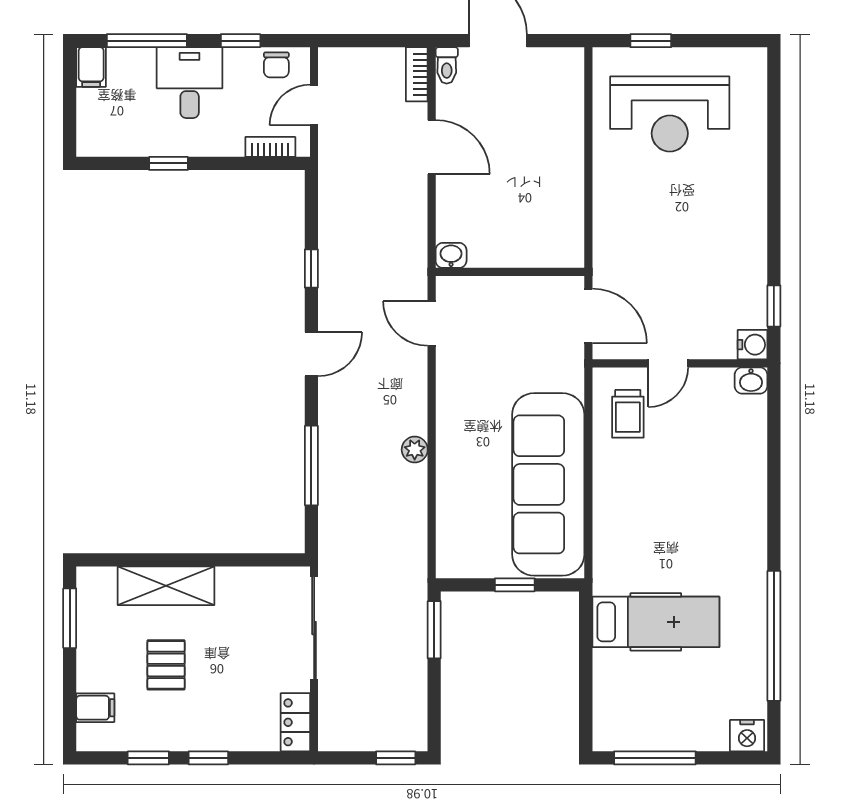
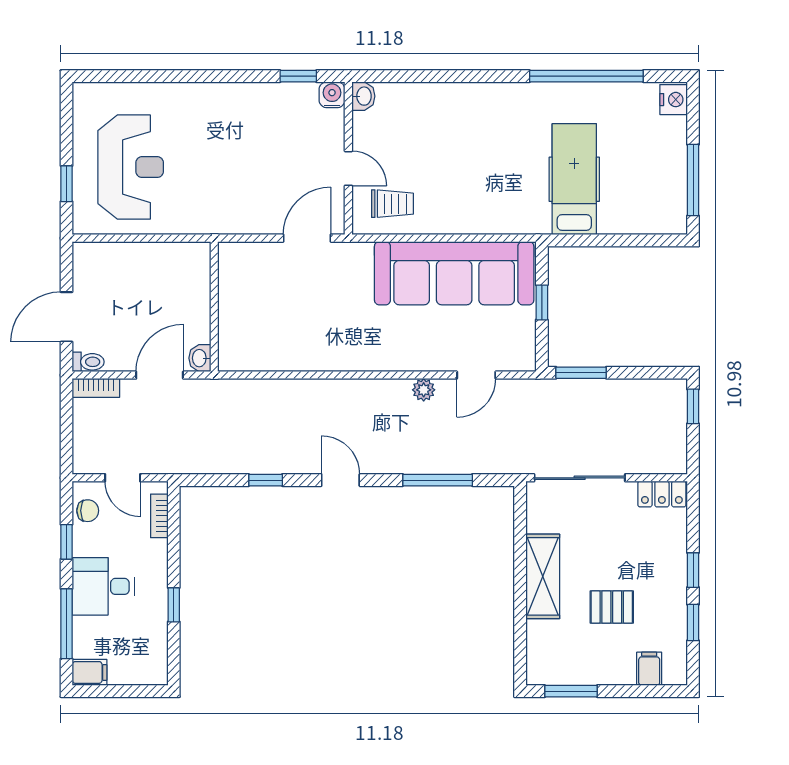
washbasin: (451, 255) -> (200, 358), moved
wall: (510, 272) -> (214, 307), moved
door: (432, 323) -> (476, 375), moved
shelving: (166, 586) -> (543, 576), moved

